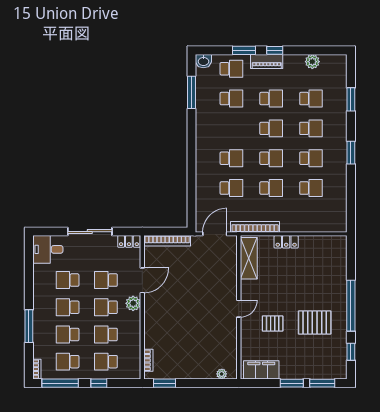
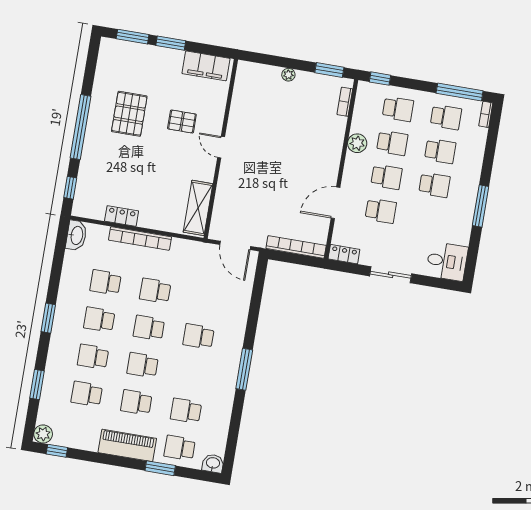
window: (275, 50) -> (57, 451), moved
piano: (267, 61) -> (127, 445), width x1.37, depth x1.33
plant: (312, 62) -> (43, 434), moved
window: (191, 92) -> (244, 369), moved
school desk: (231, 188) -> (205, 299), removed
washbasin: (340, 221) -> (76, 235), added
bookcase: (255, 227) -> (140, 238), moved
sliding door: (90, 232) -> (391, 275), width x0.73
door: (215, 234) -> (235, 245), hinge flipped
locker: (286, 242) -> (122, 216), moved
school desk: (68, 280) -> (429, 219), removed
plant: (133, 303) -> (357, 143), moved
door: (239, 309) -> (221, 147), hinge flipped
pallet: (315, 323) -> (129, 114), turned 90
window: (29, 326) -> (481, 206), moved
window: (351, 352) -> (70, 188), moved
plant: (222, 374) -> (288, 75), moved
window: (99, 383) -> (380, 79), moved

